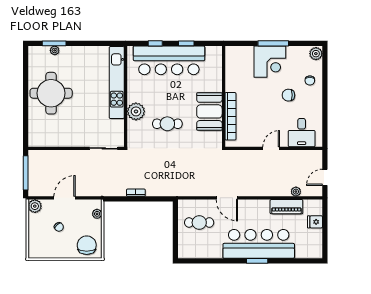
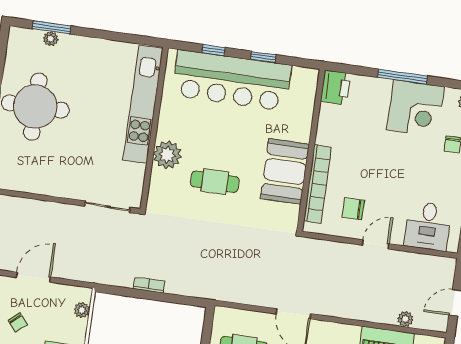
printer: (233, 56) -> (336, 87), added
corner desk: (270, 62) -> (415, 108), moved
chair: (288, 95) -> (353, 209), moved

